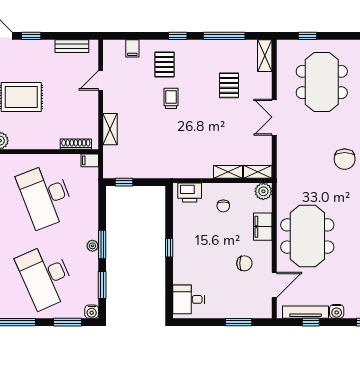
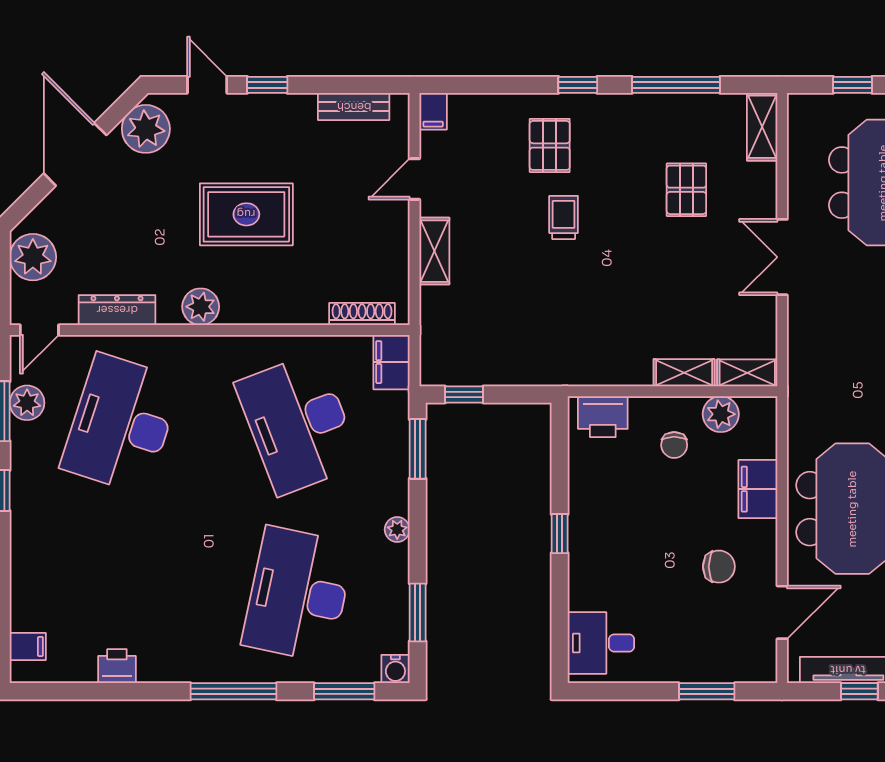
filing cabinet: (132, 48) -> (433, 111), moved
shelving: (110, 129) -> (434, 251), moved
filing cabinet: (90, 160) -> (391, 362), width x2.00
plant: (263, 191) -> (721, 414), moved
window: (102, 245) -> (418, 449), moved
desk: (46, 276) -> (298, 594), turned 36

